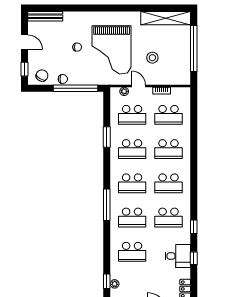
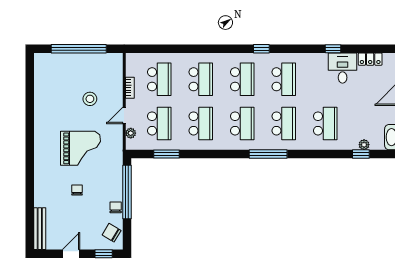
shelving: (166, 18) -> (42, 83), removed
grand piano: (112, 50) -> (81, 148), width x0.73, depth x0.68
window: (107, 137) -> (167, 154), moved
window: (194, 227) -> (261, 49), moved
desk: (178, 256) -> (343, 68), moved

